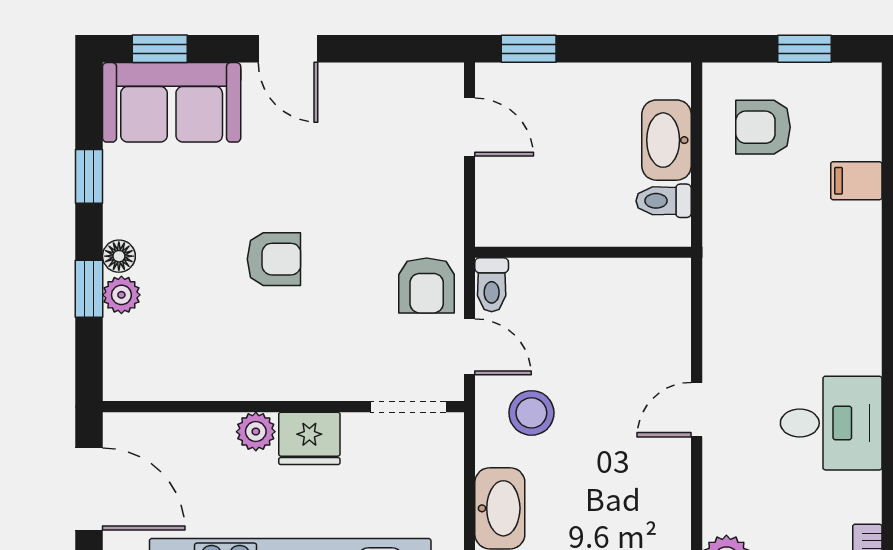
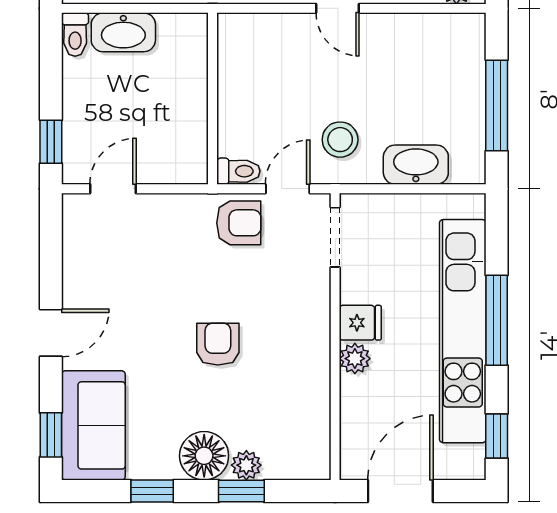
toilet: (664, 201) -> (75, 35), moved
floor lamp: (119, 256) -> (204, 456), width x1.89, depth x1.89
fridge: (309, 438) -> (360, 323), width x0.72

